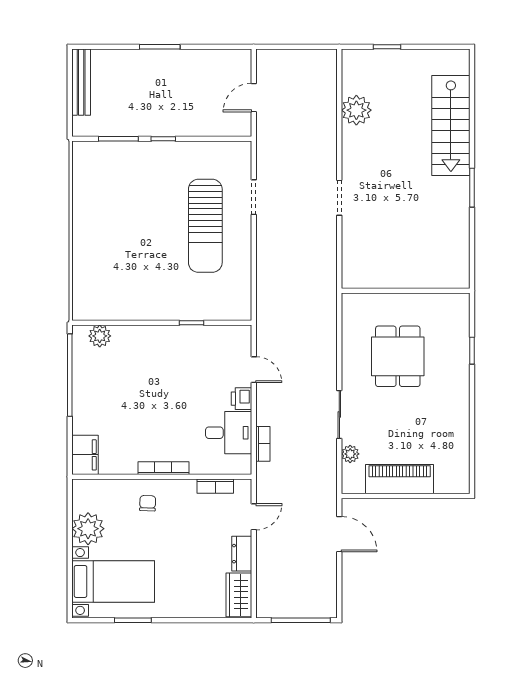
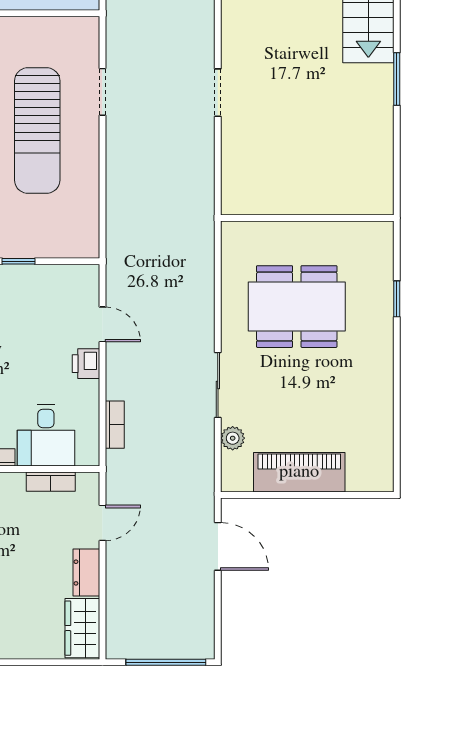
dining table: (398, 356) -> (297, 307), width x1.38
desk: (229, 433) -> (46, 435), moved, turned 90

